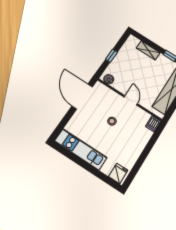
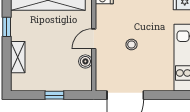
boiler: (109, 79) -> (85, 61), moved

